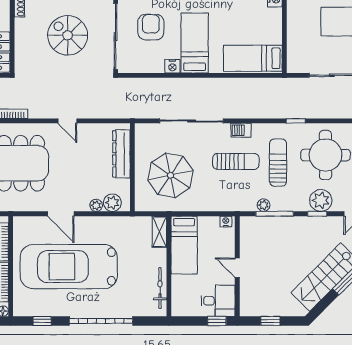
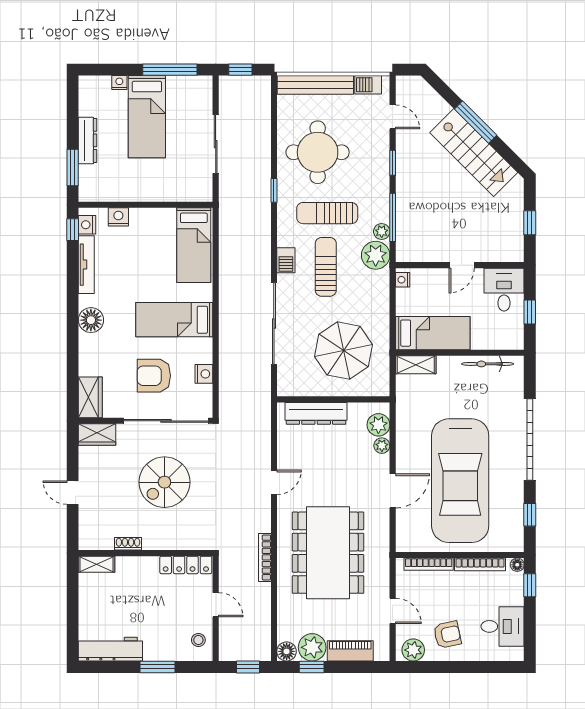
nightstand: (172, 66) -> (204, 374), moved
plant: (321, 200) -> (376, 255), moved
window: (217, 321) -> (530, 312), moved

